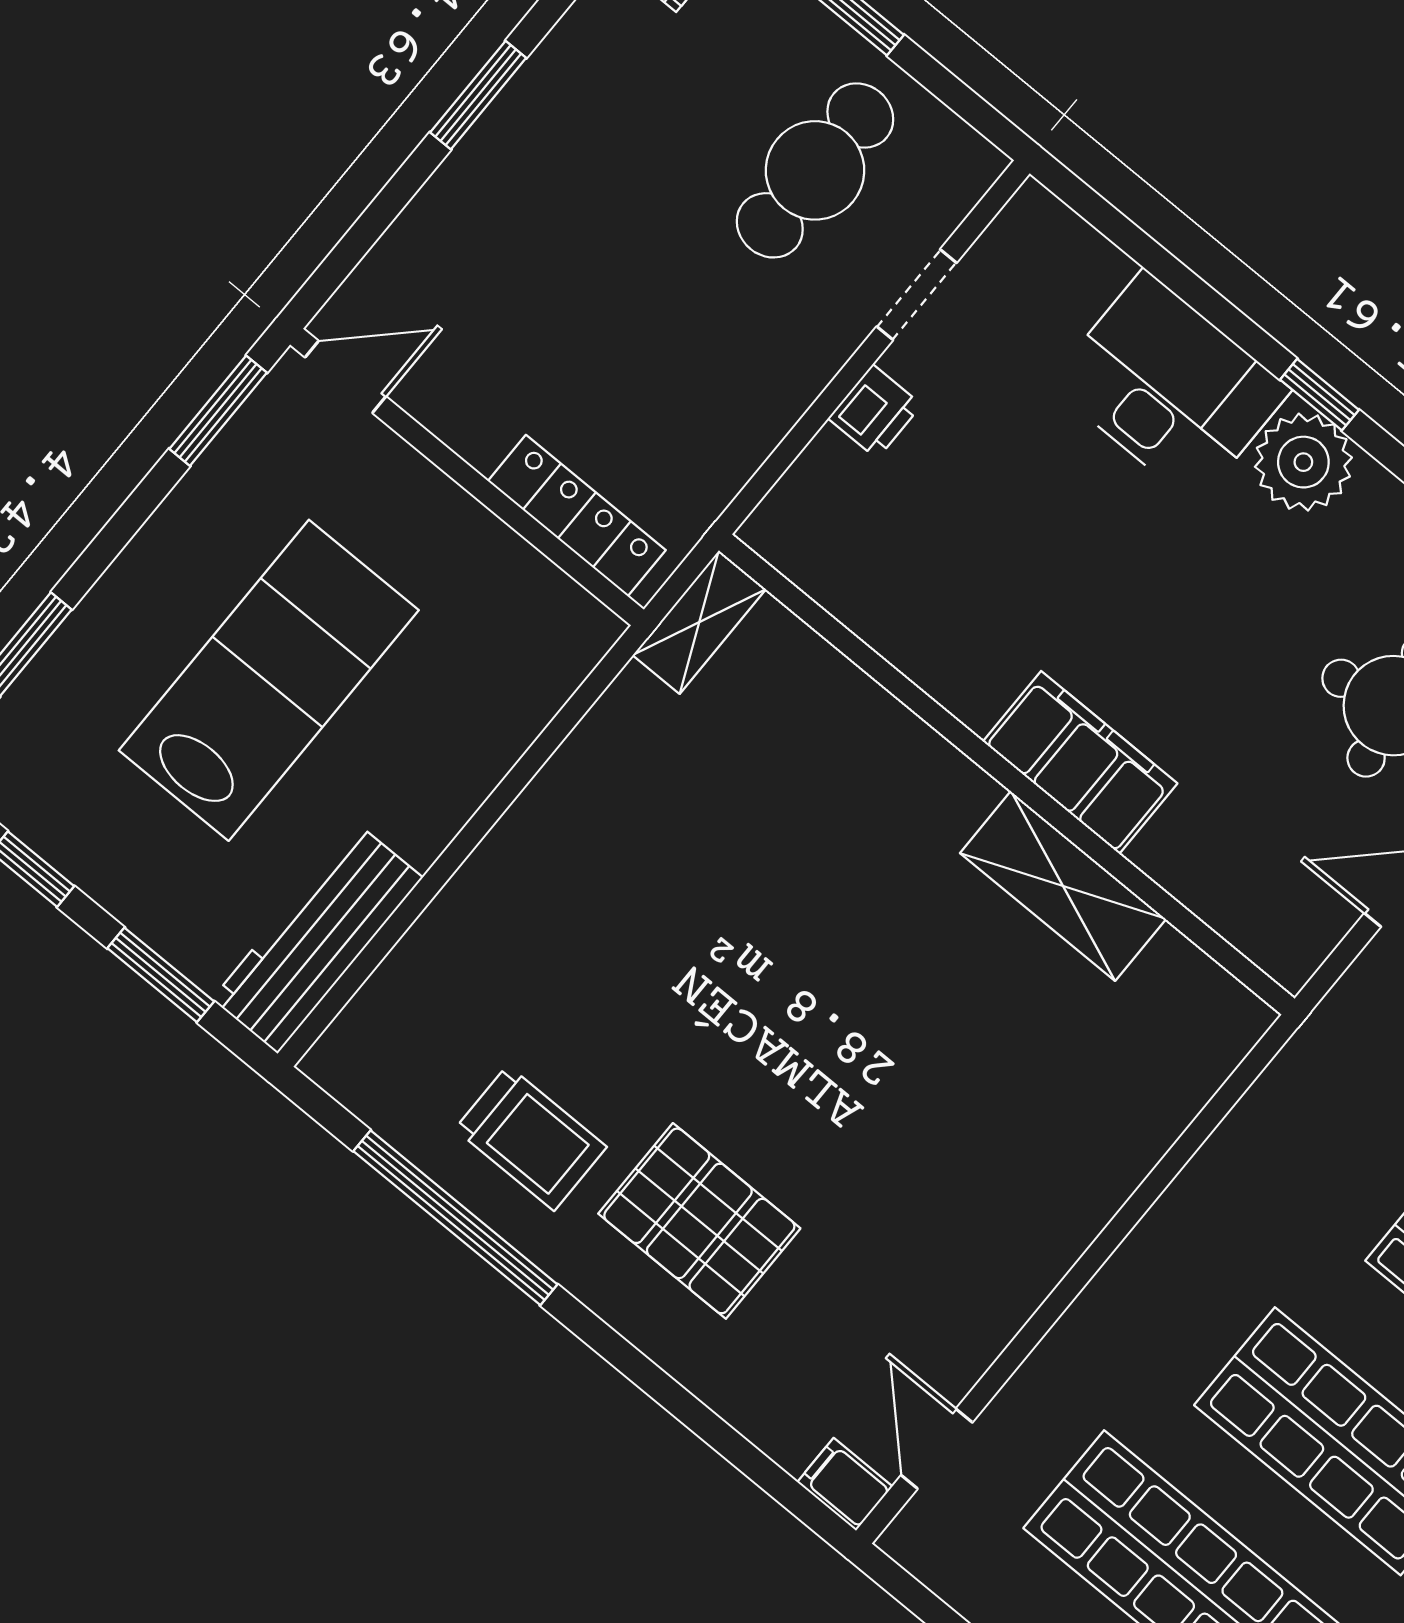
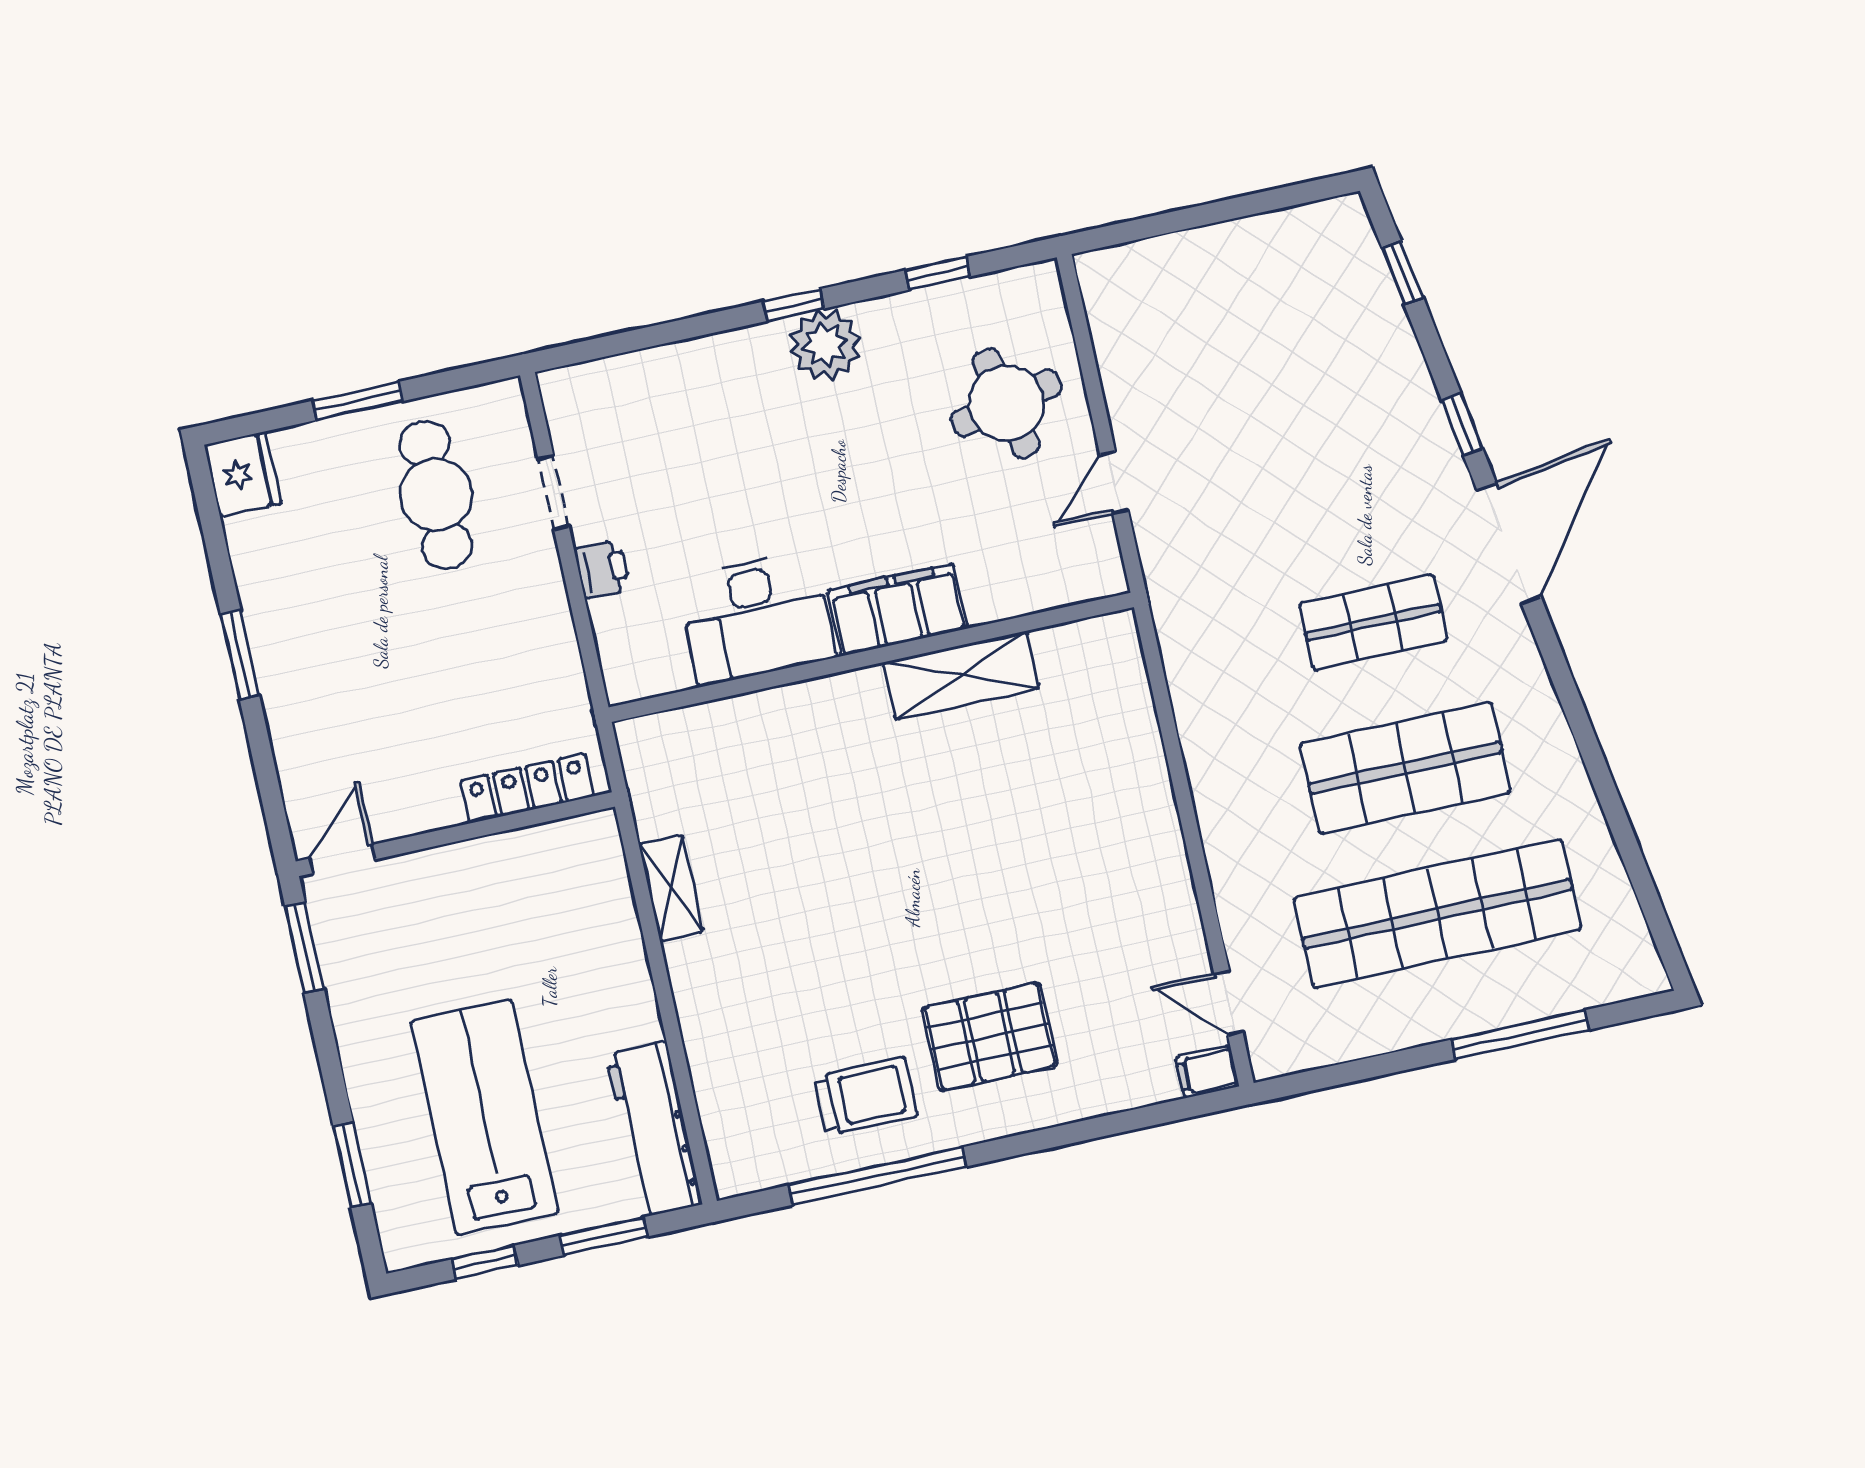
desk: (1170, 387) -> (756, 618), moved, turned 180
shelving: (699, 622) -> (671, 888), moved
lab bench: (269, 680) -> (484, 1117), moved

